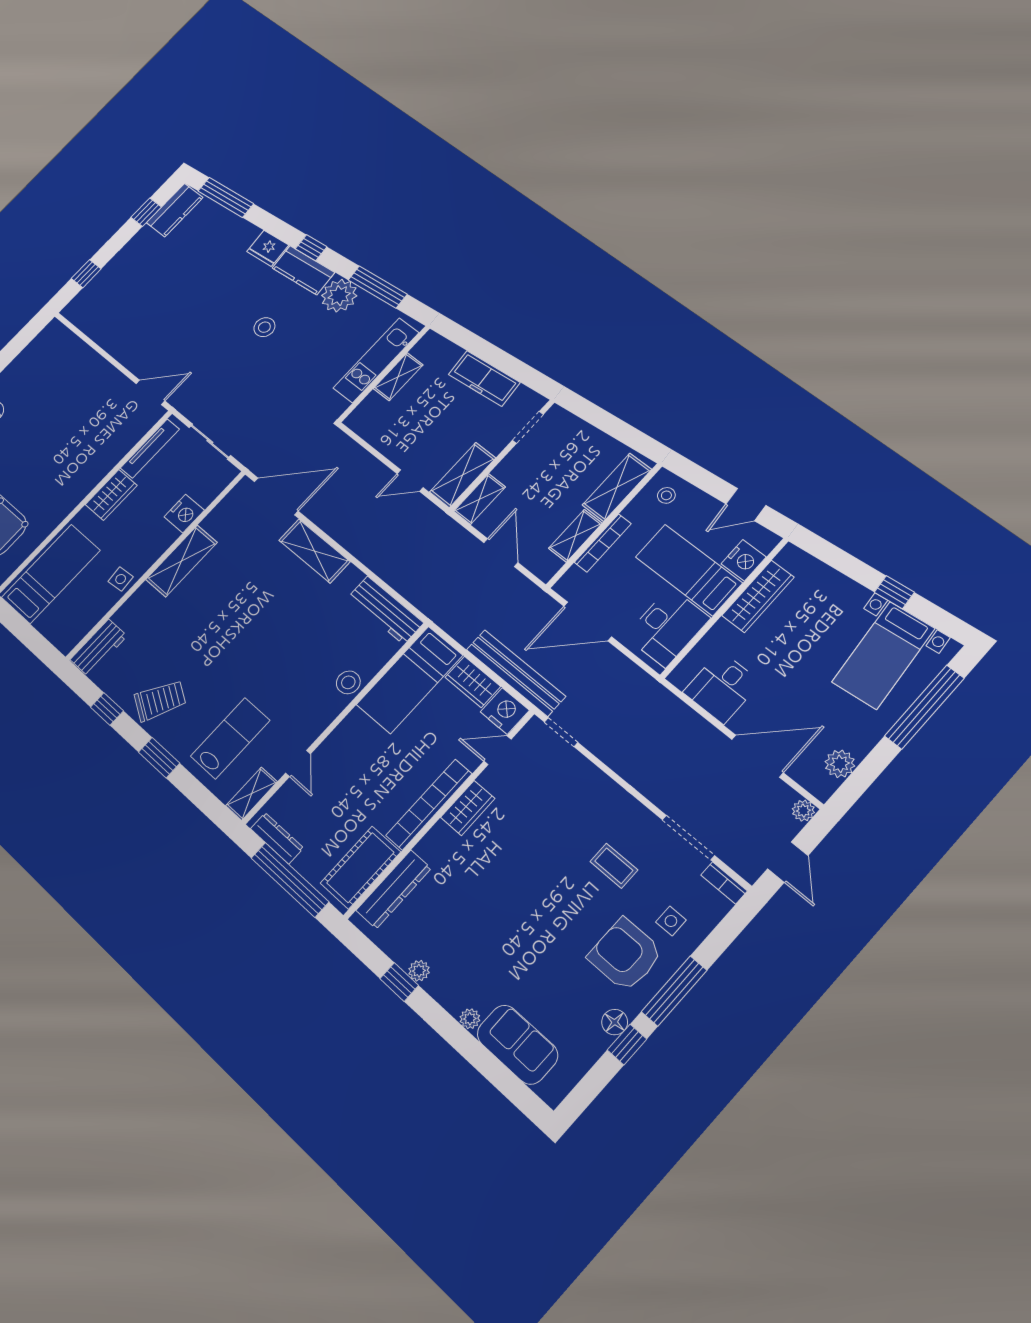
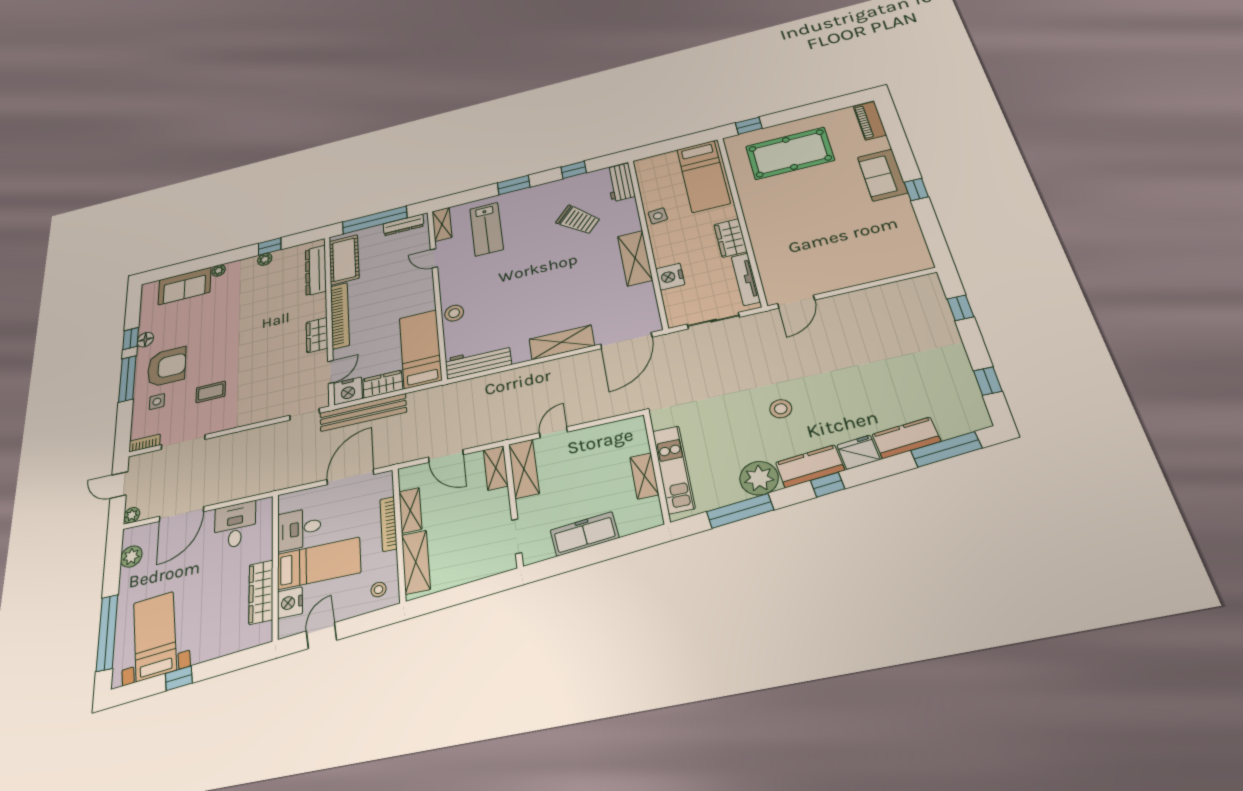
kitchen counter: (175, 210) -> (906, 438), moved, turned 84
desk: (668, 627) -> (299, 529), width x0.73
trolley: (160, 700) -> (578, 220), moved, turned -79

